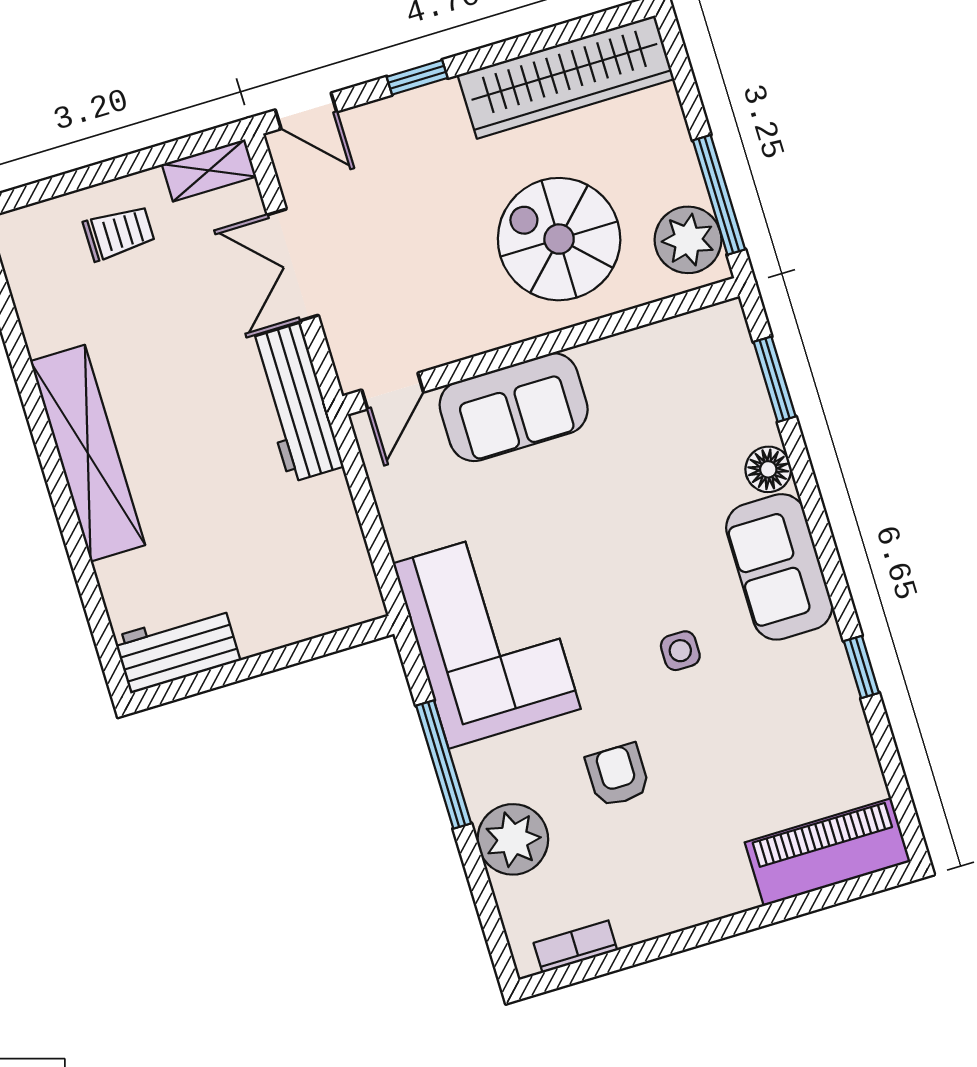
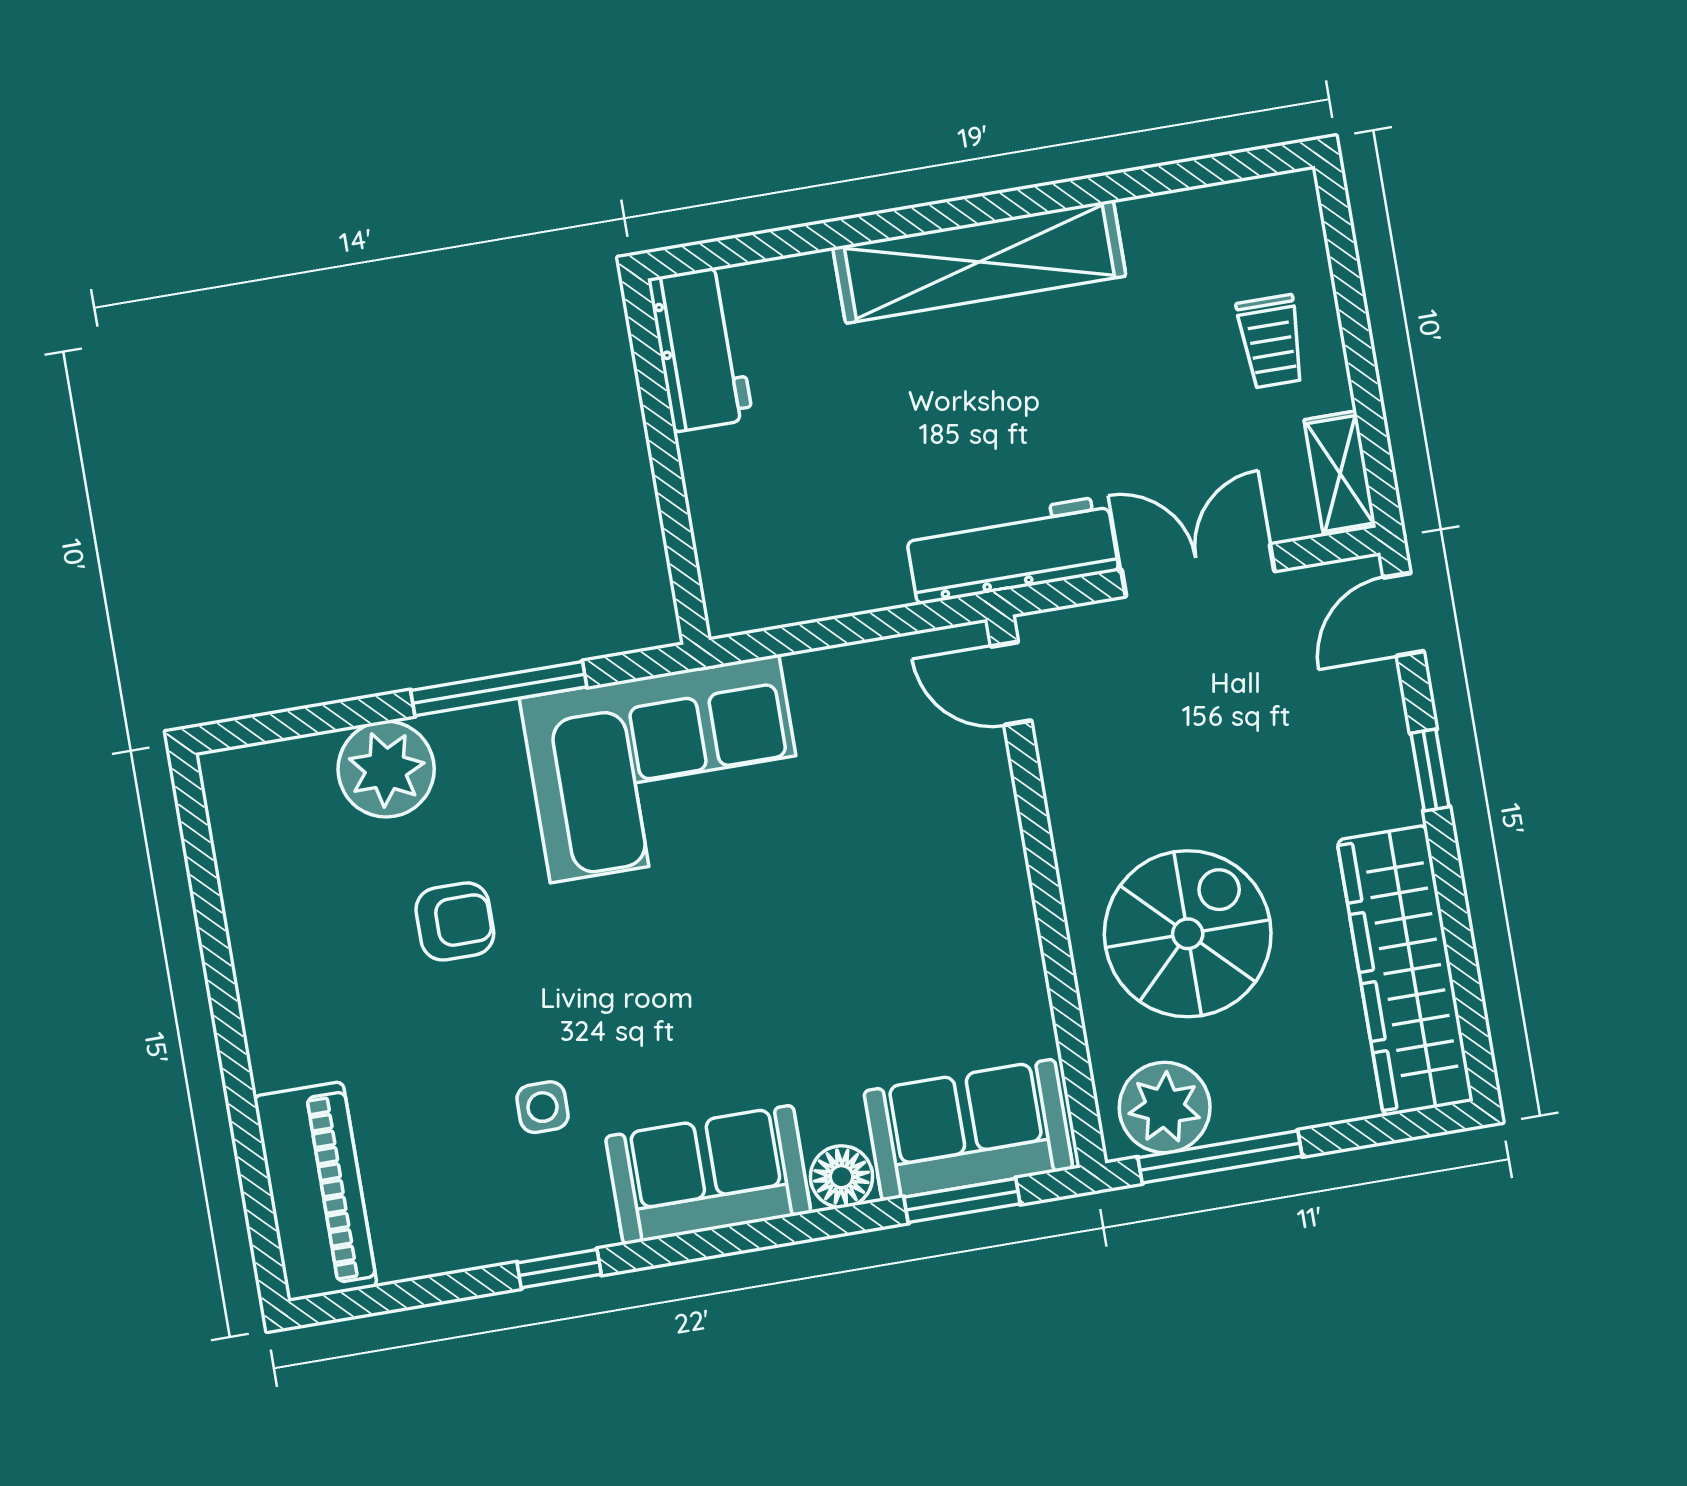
sofa: (514, 407) -> (968, 1130), moved, turned 90
side table: (680, 651) -> (542, 1107), moved
bookcase: (575, 947) -> (231, 835), removed

